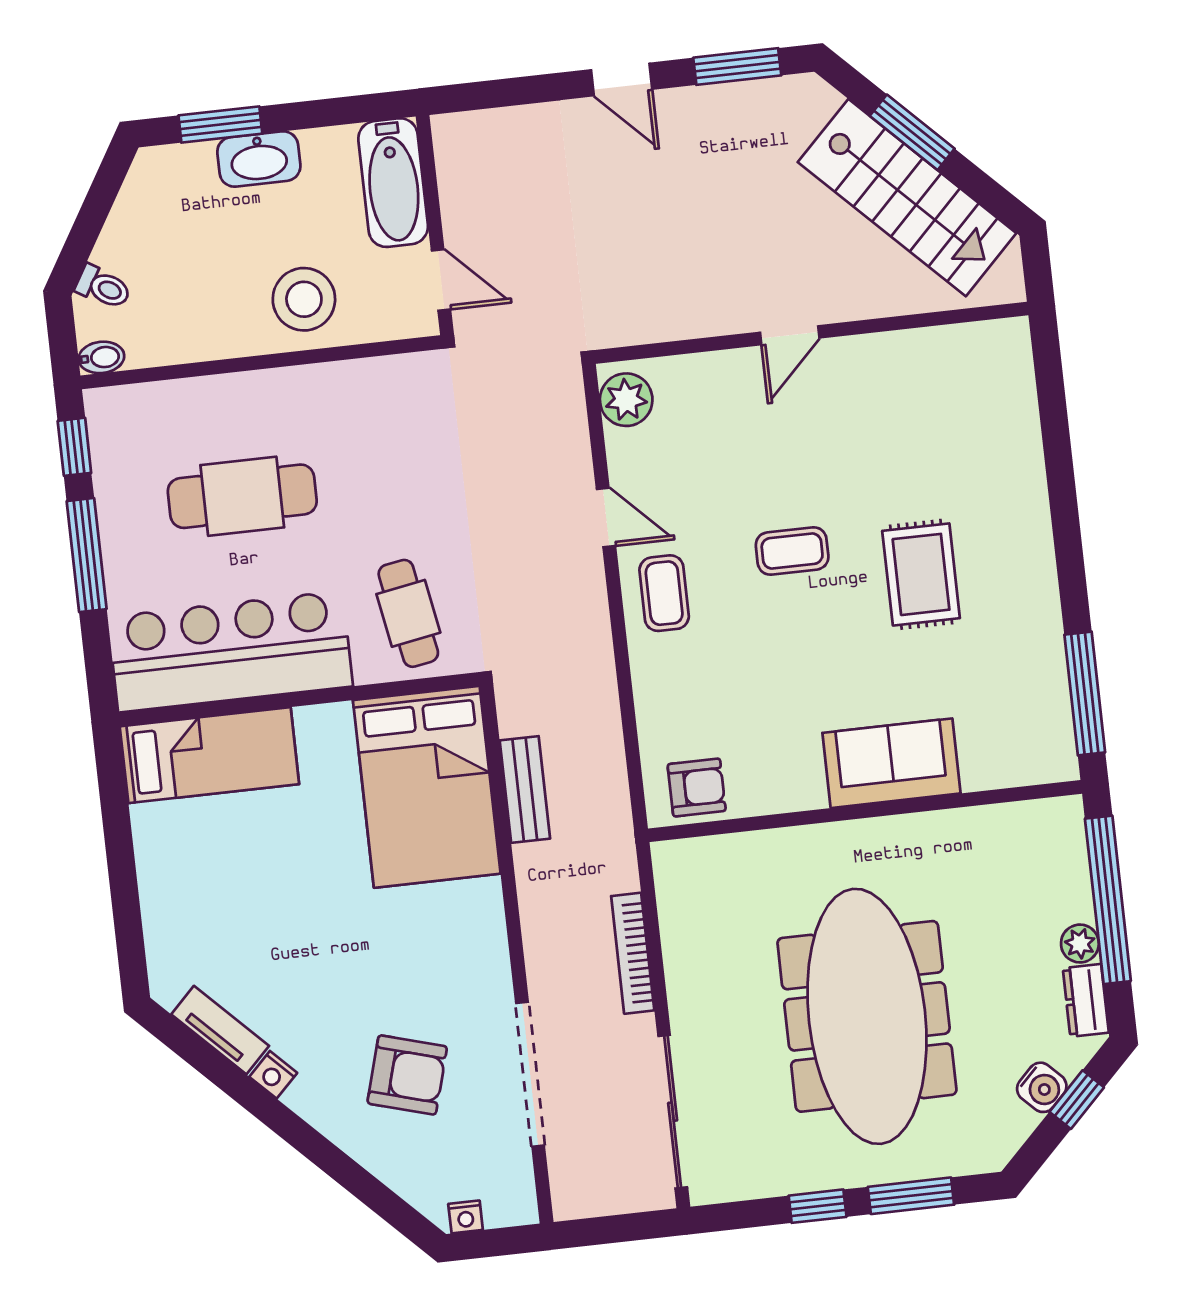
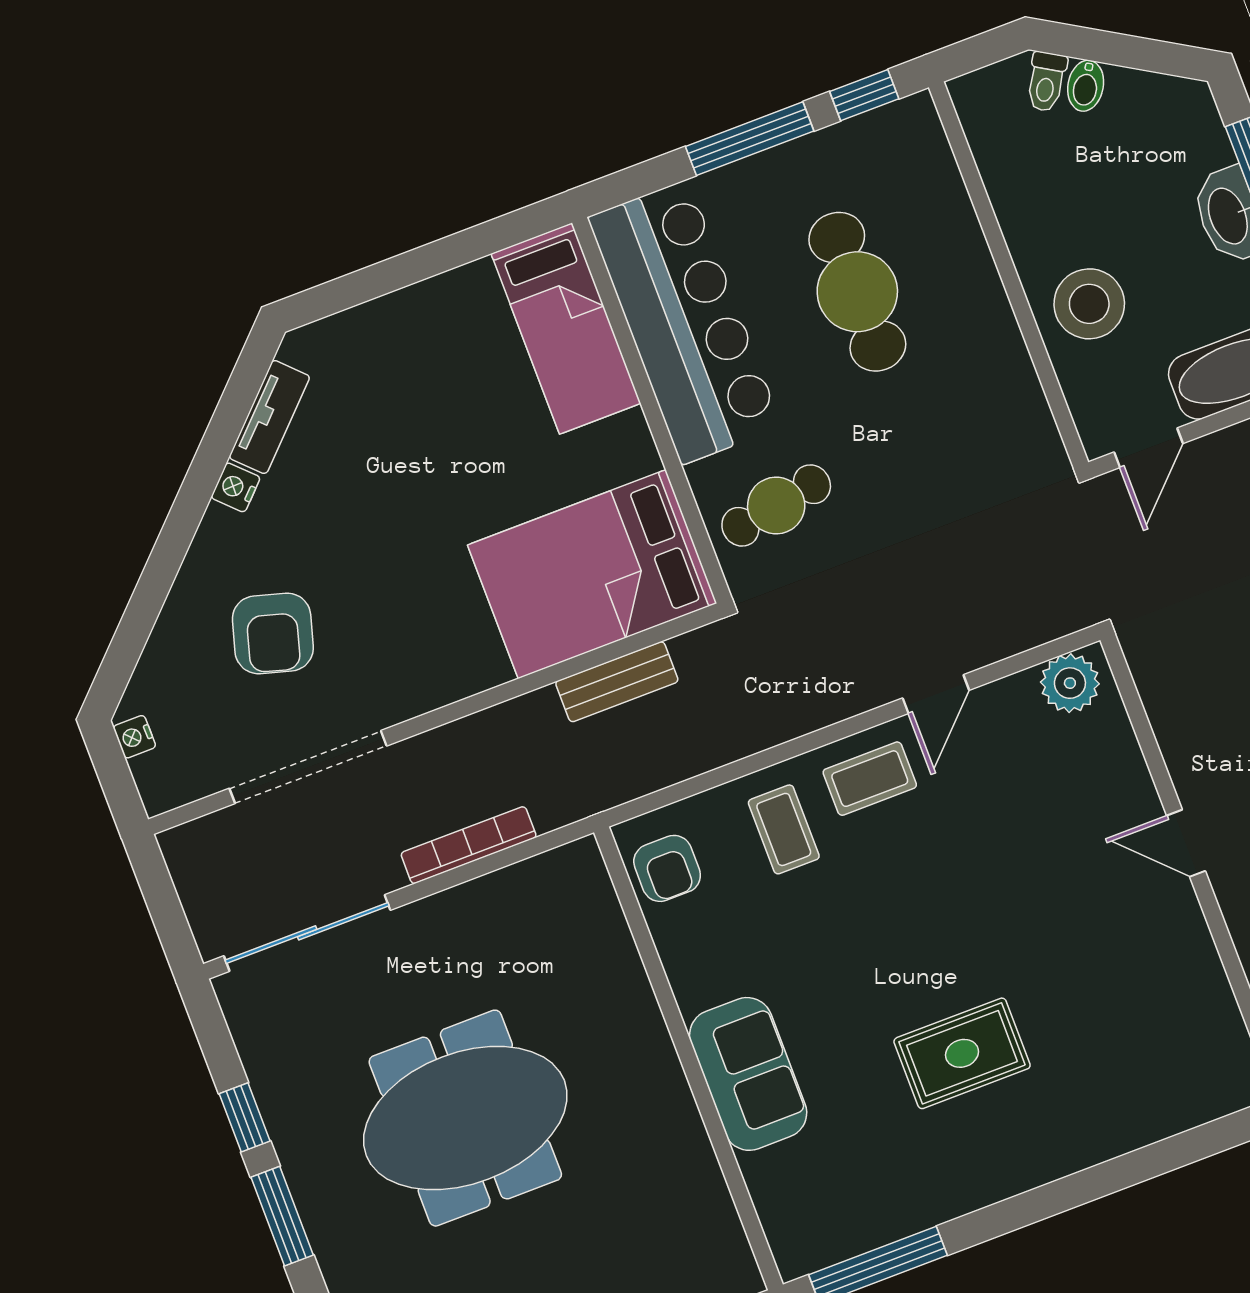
bidet: (101, 357) -> (1086, 86), moved, turned 31
coffee table: (792, 551) -> (784, 829), moved
meeting table: (867, 1016) -> (465, 1118), width x0.73

